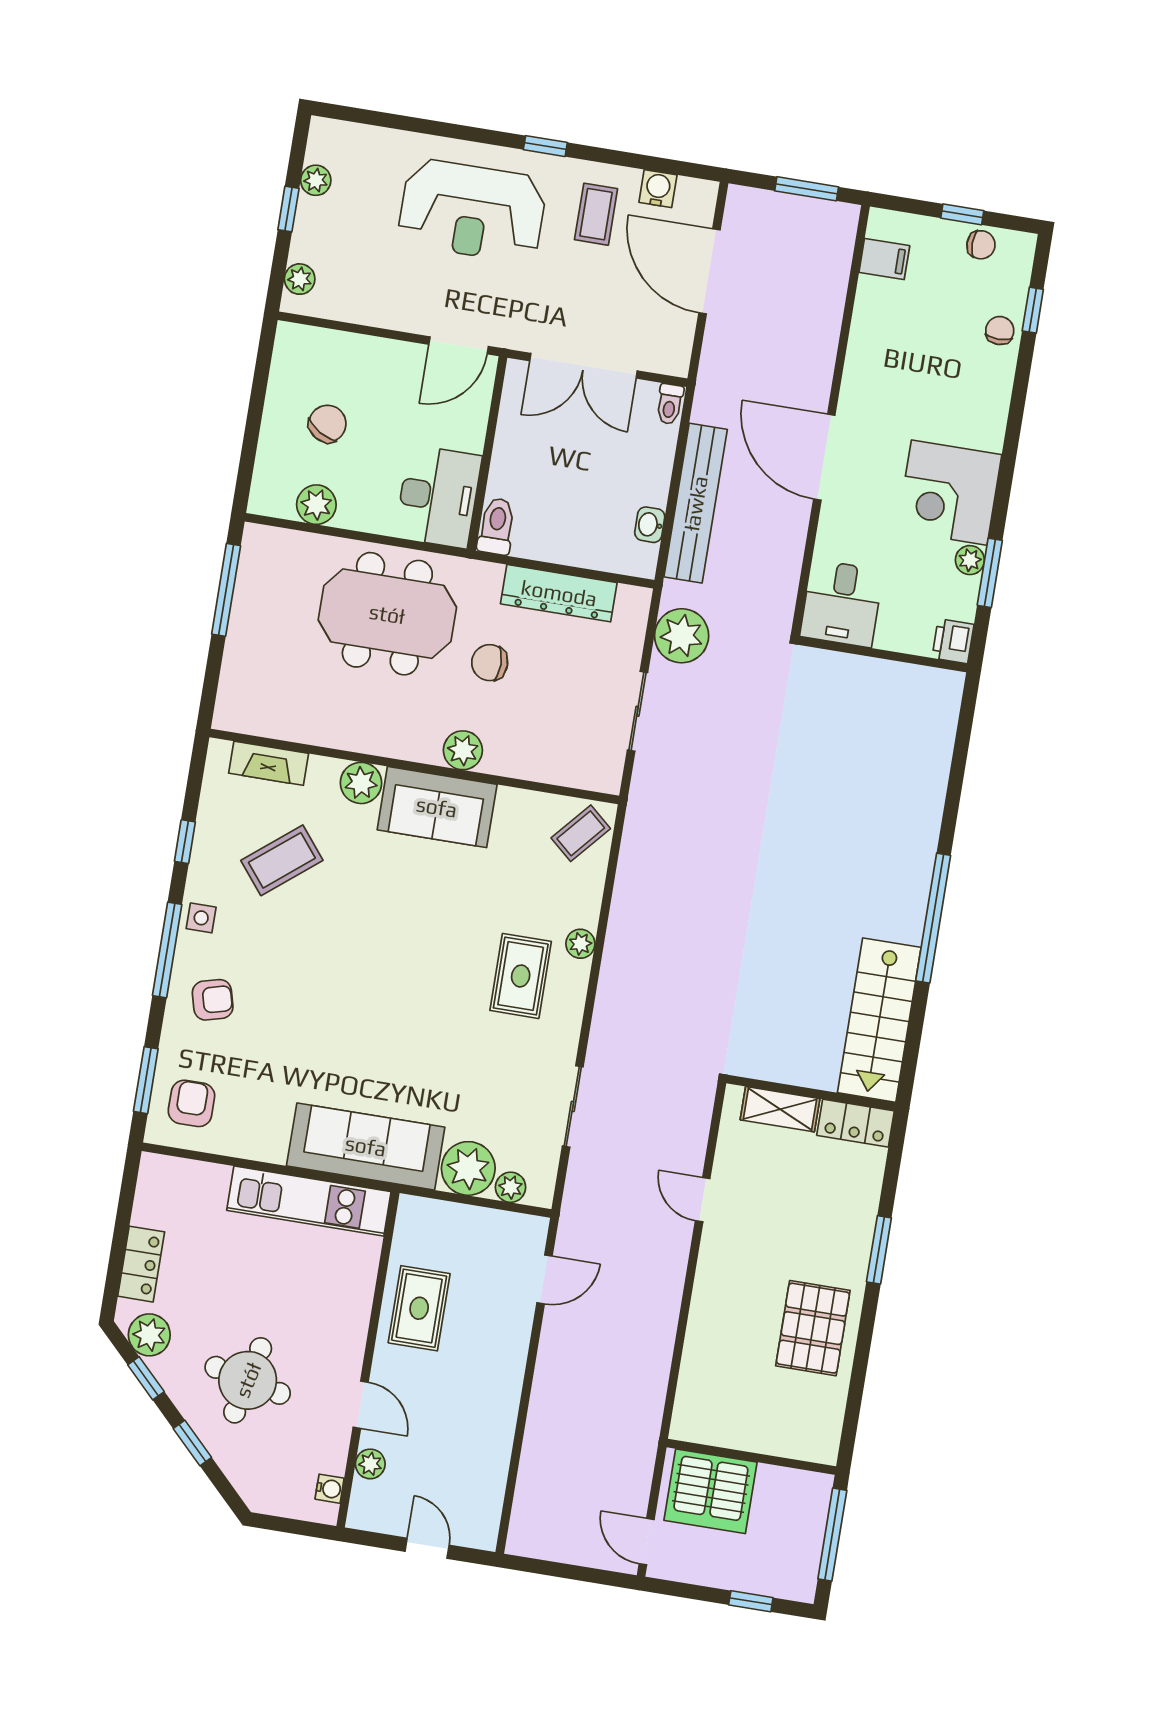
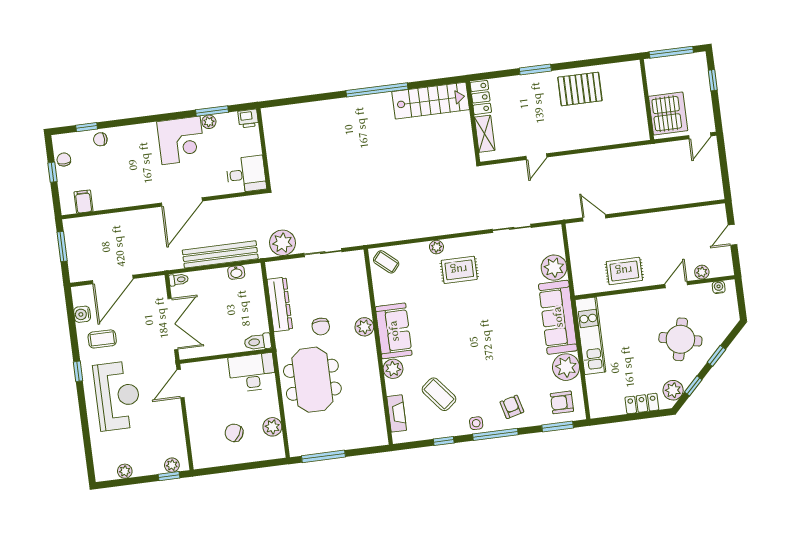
window: (288, 209) -> (169, 476), moved
door: (459, 345) -> (181, 384), swing flipped
plant: (511, 1187) -> (566, 367), moved, width x1.87, depth x1.87

